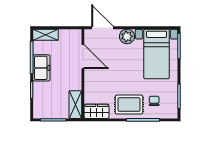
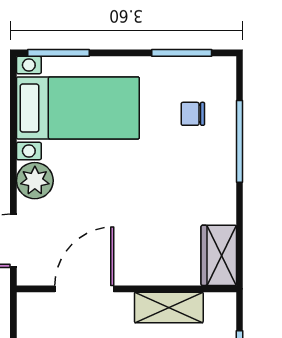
shelving: (75, 105) -> (169, 307), moved
rug: (129, 105) -> (202, 176), removed

